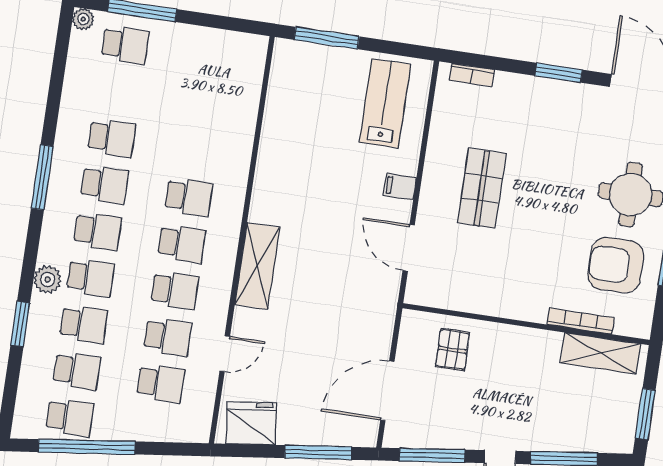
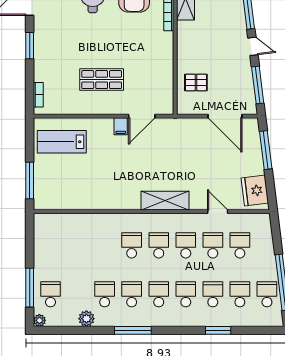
filing cabinet: (400, 186) -> (121, 126), moved
plant: (48, 279) -> (86, 319), moved

